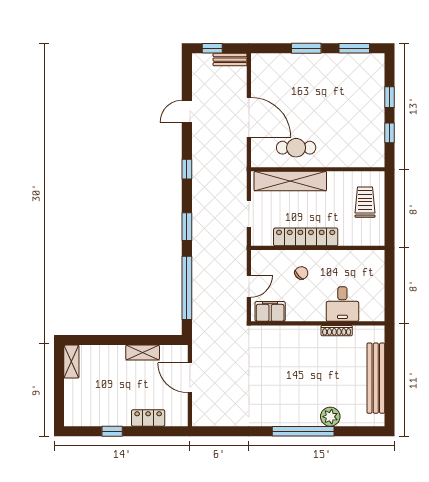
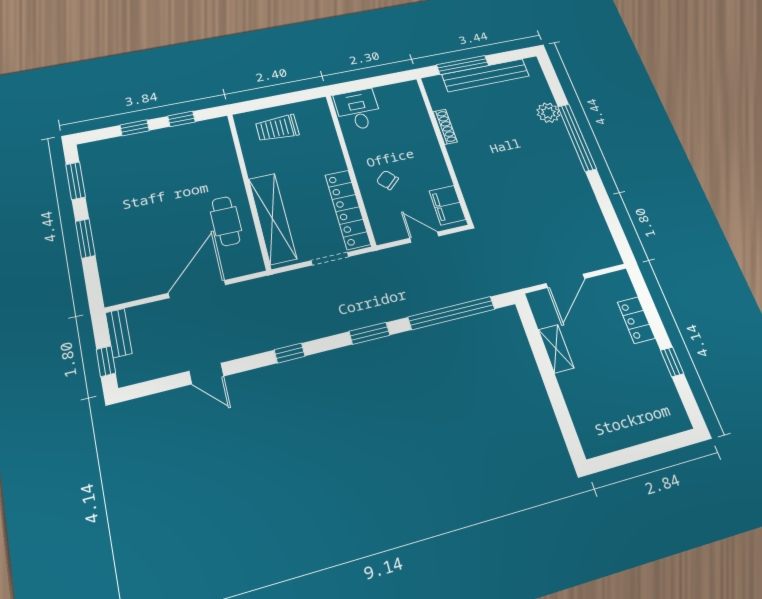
locker: (306, 237) -> (348, 209), moved
desk: (342, 304) -> (358, 110), moved, turned -90
shelving: (71, 362) -> (605, 443), removed
window: (389, 363) -> (463, 65), added

